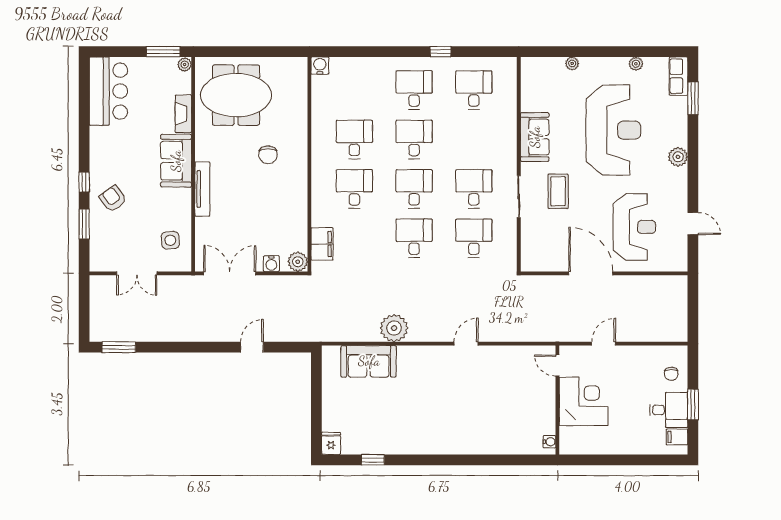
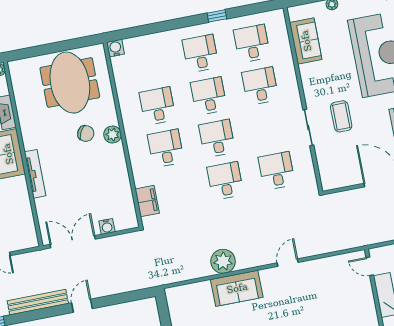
meeting table: (236, 95) -> (70, 83), moved, turned 90
sofa: (535, 137) -> (306, 41), moved
chair: (268, 155) -> (86, 133), turned -62
desk: (474, 189) -> (260, 86), moved
side table: (170, 240) -> (16, 223), removed
plant: (298, 262) -> (113, 135), moved
bench: (177, 333) -> (38, 302), added
door: (252, 347) -> (82, 306), moved
sofa: (369, 361) -> (237, 288), moved

